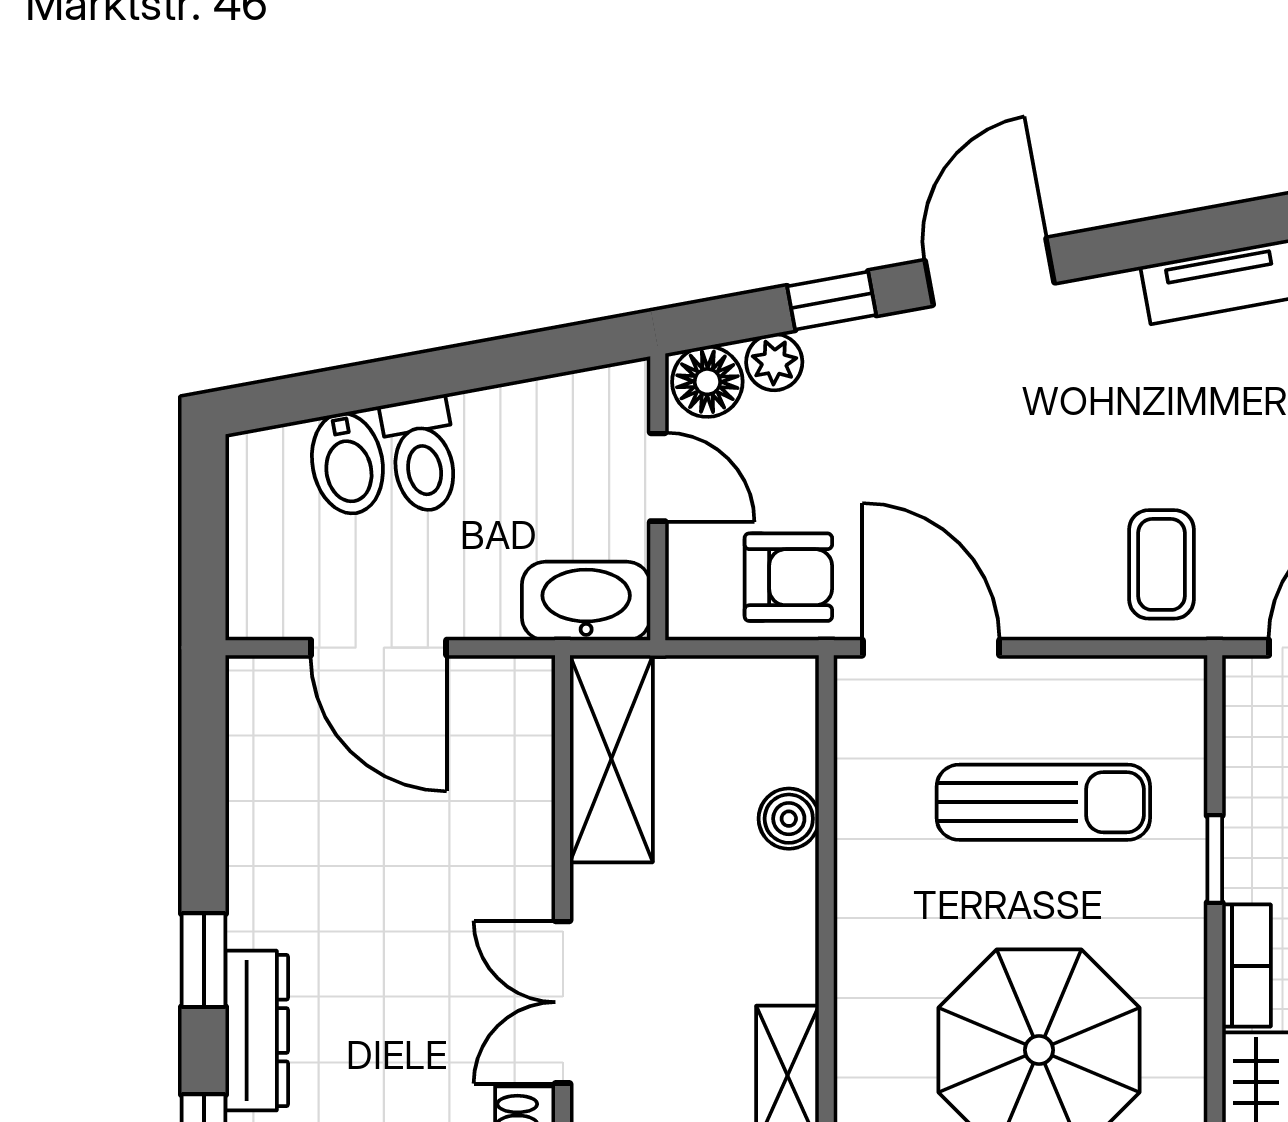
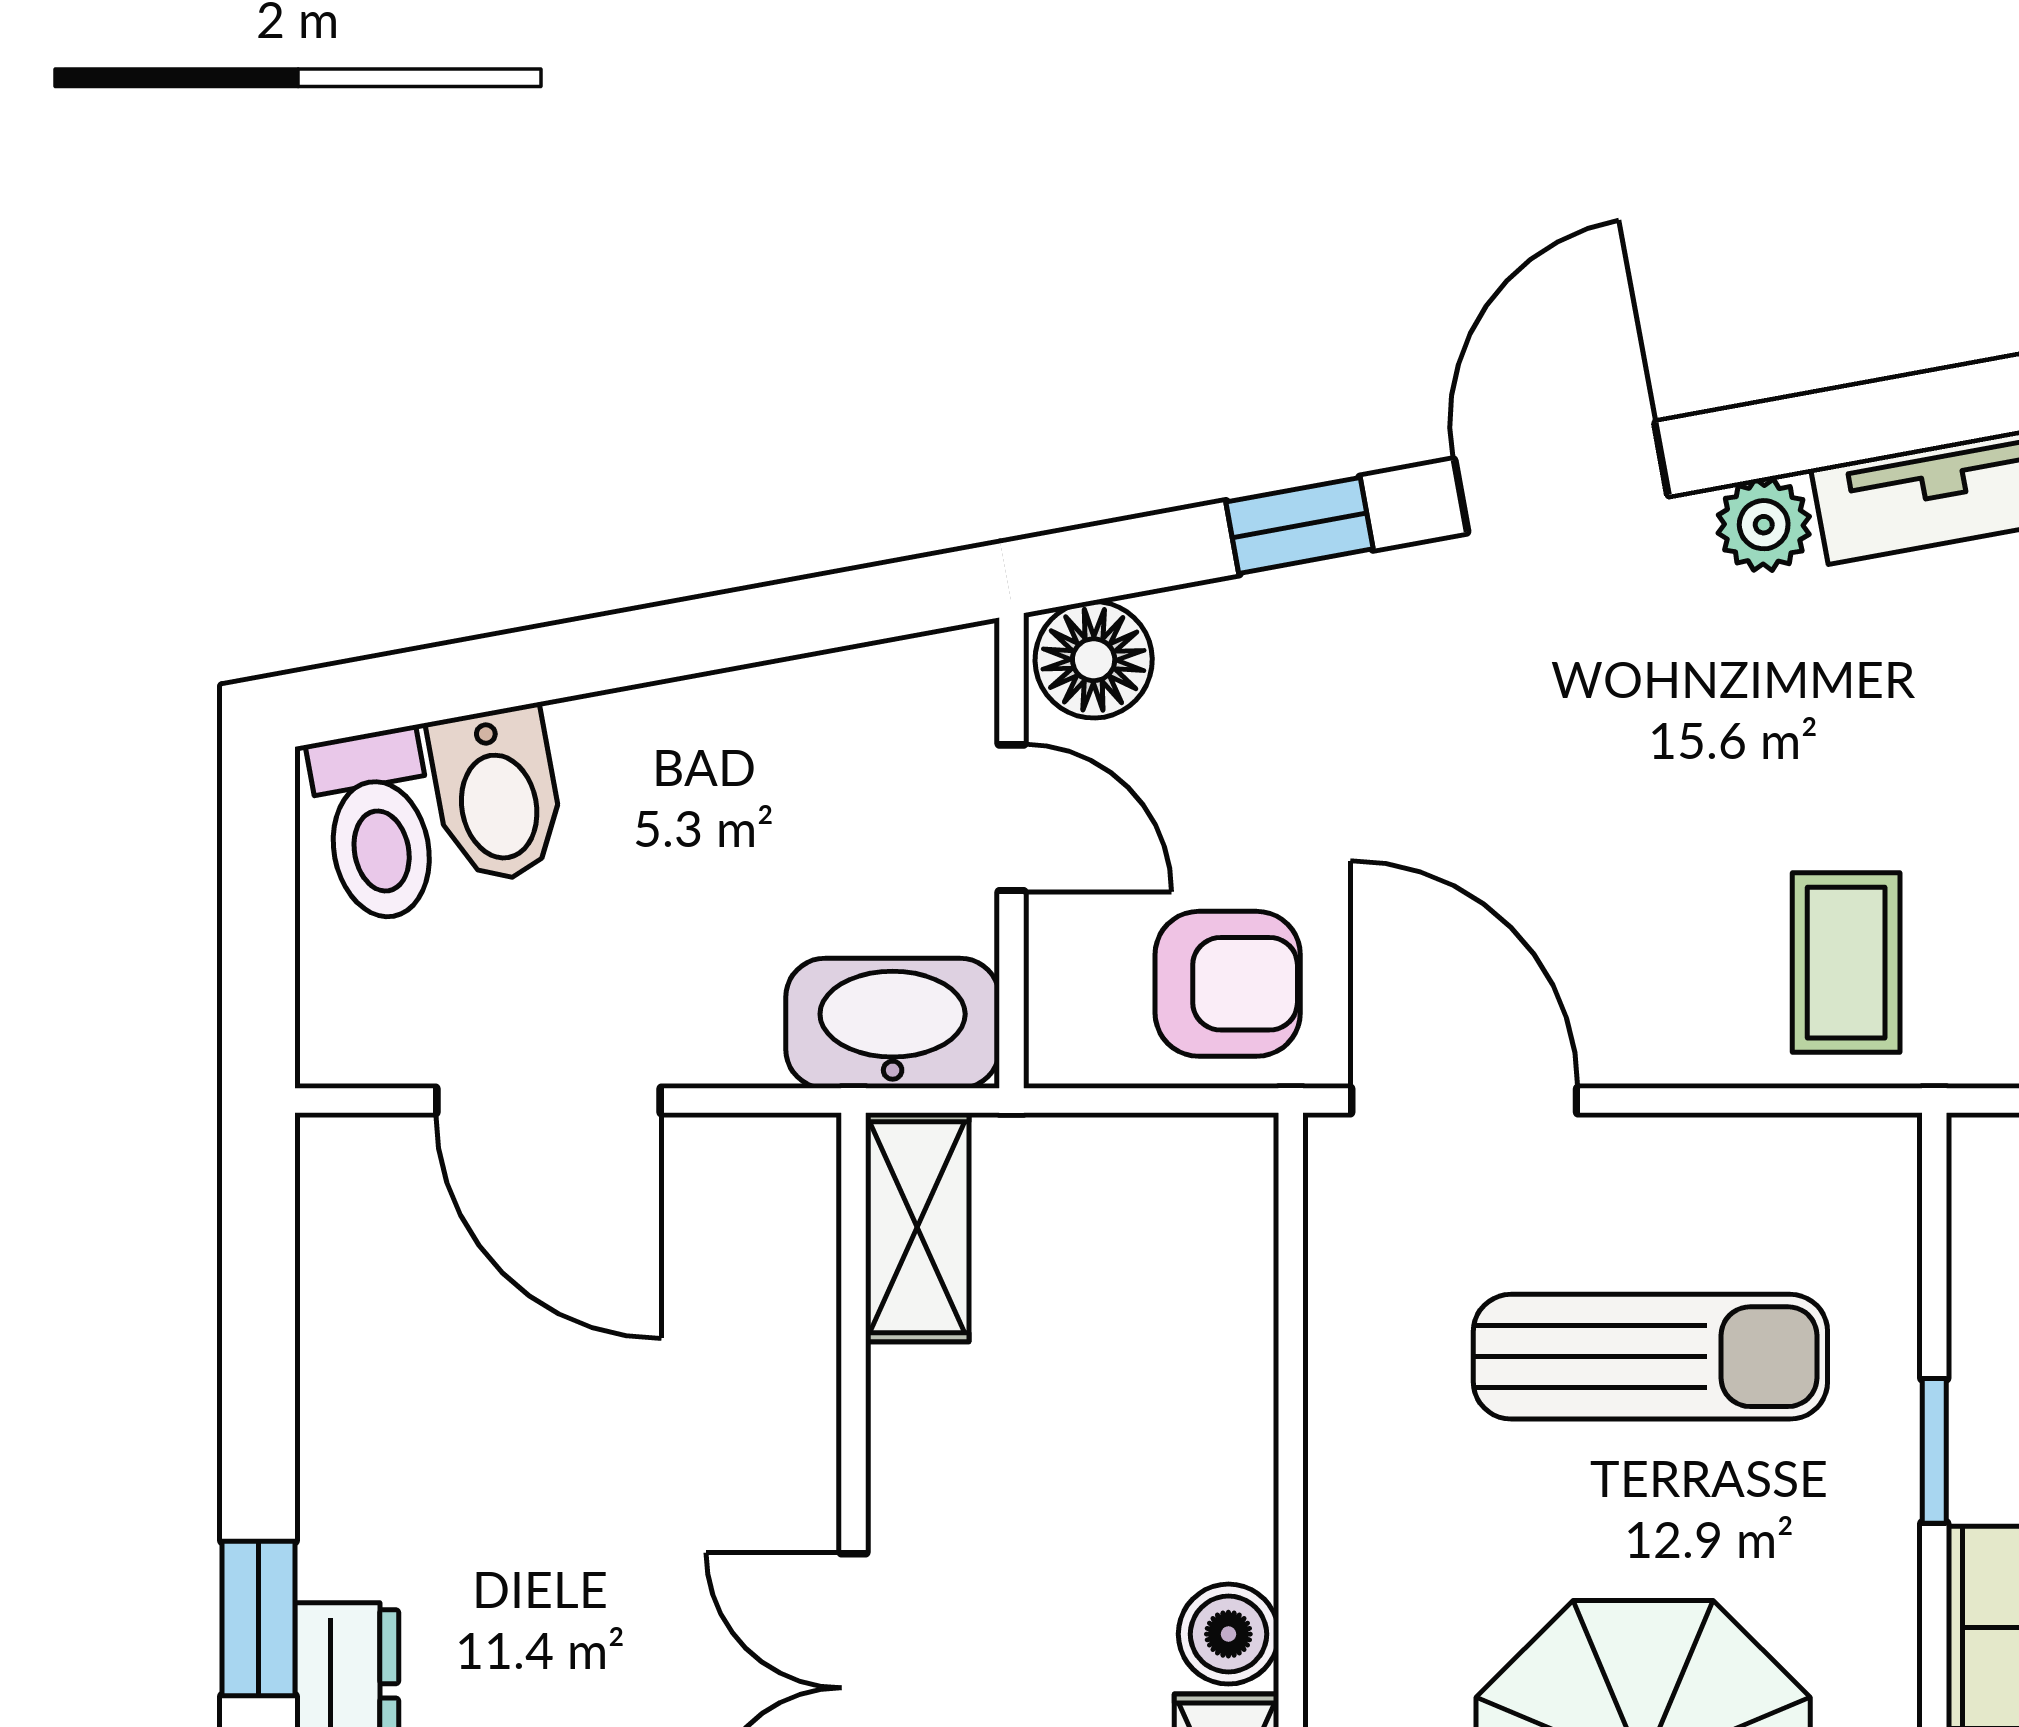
plant: (774, 362) -> (1764, 525), moved
toilet: (422, 455) -> (377, 826), moved
shelving: (611, 759) -> (917, 1227), width x0.67, depth x0.75
boiler: (789, 819) -> (1228, 1634), moved

